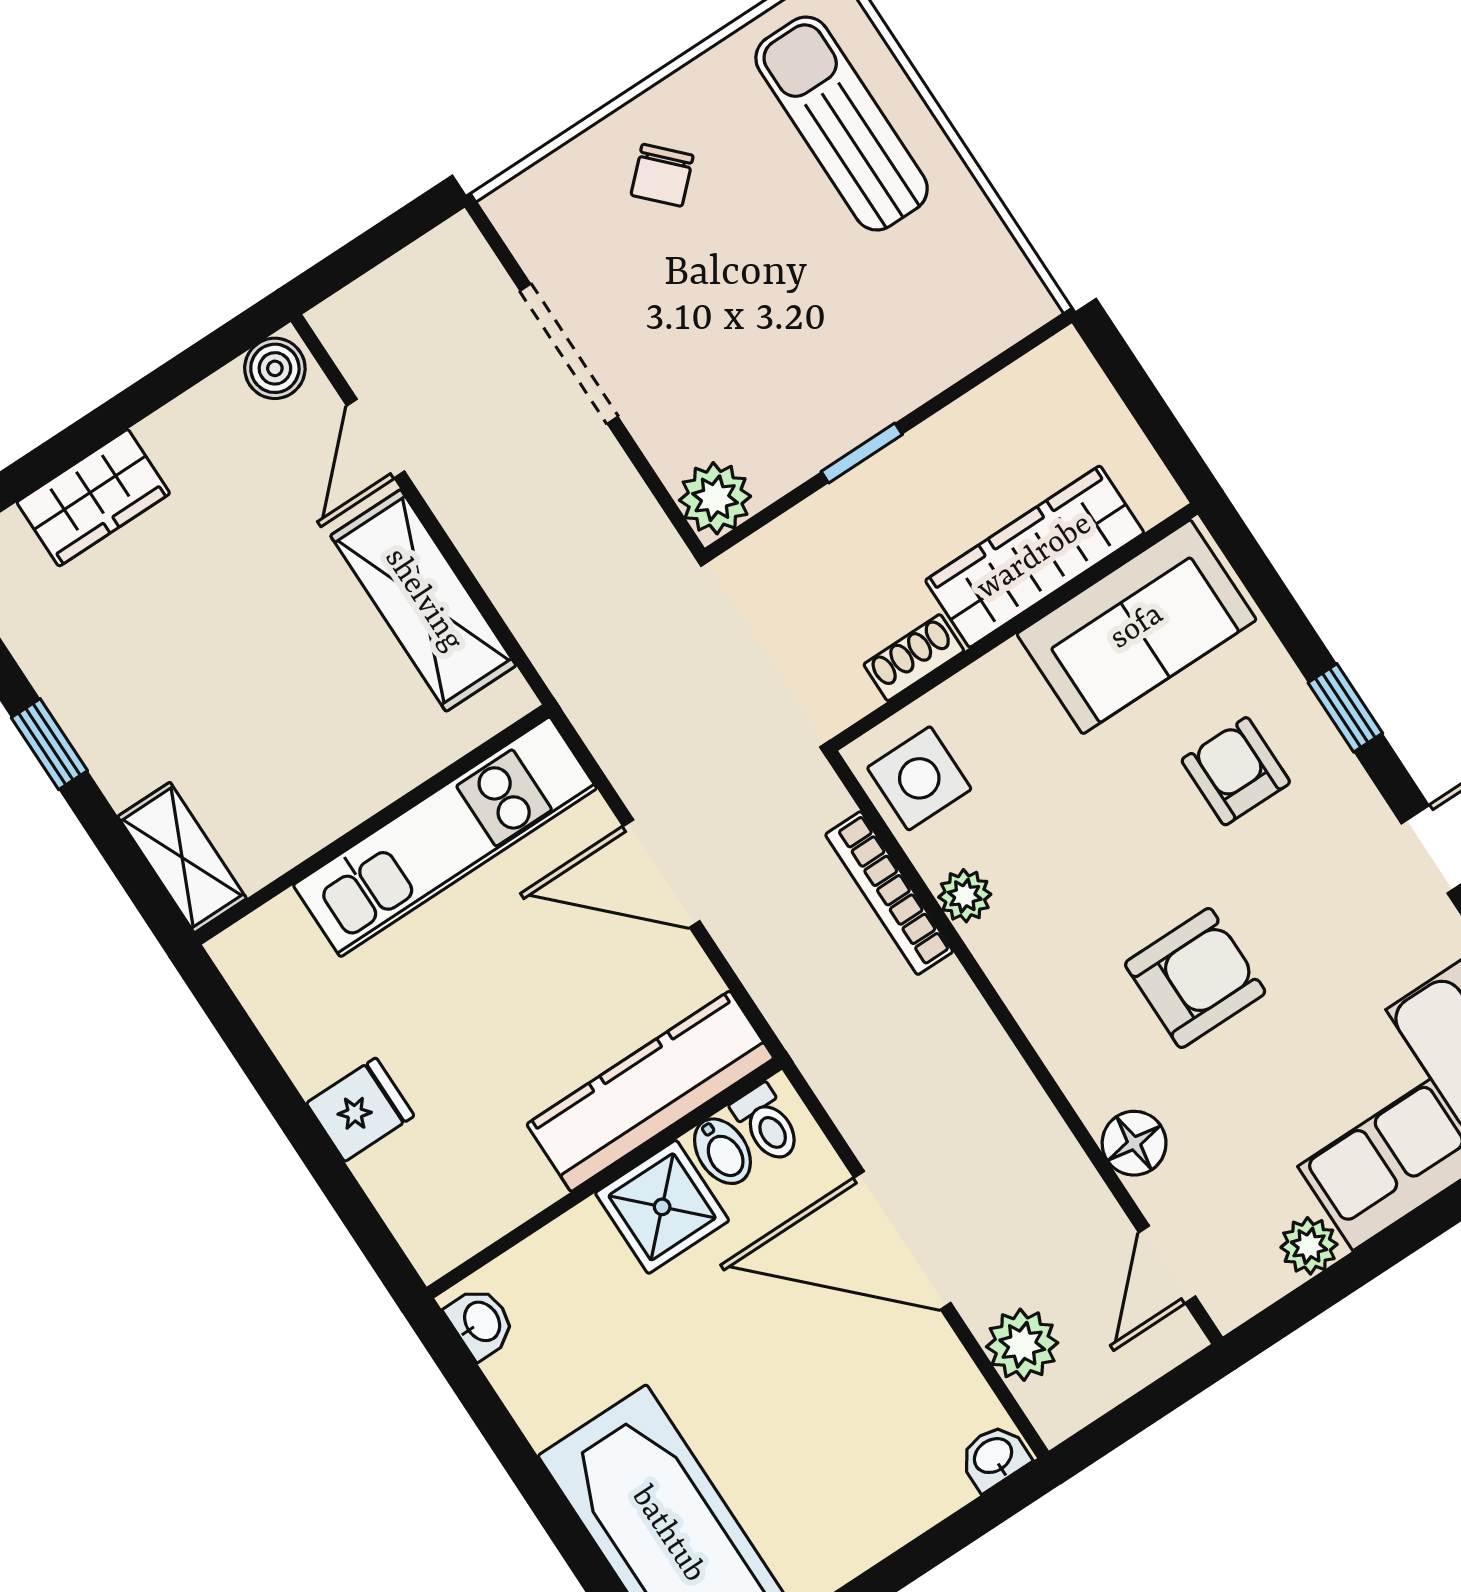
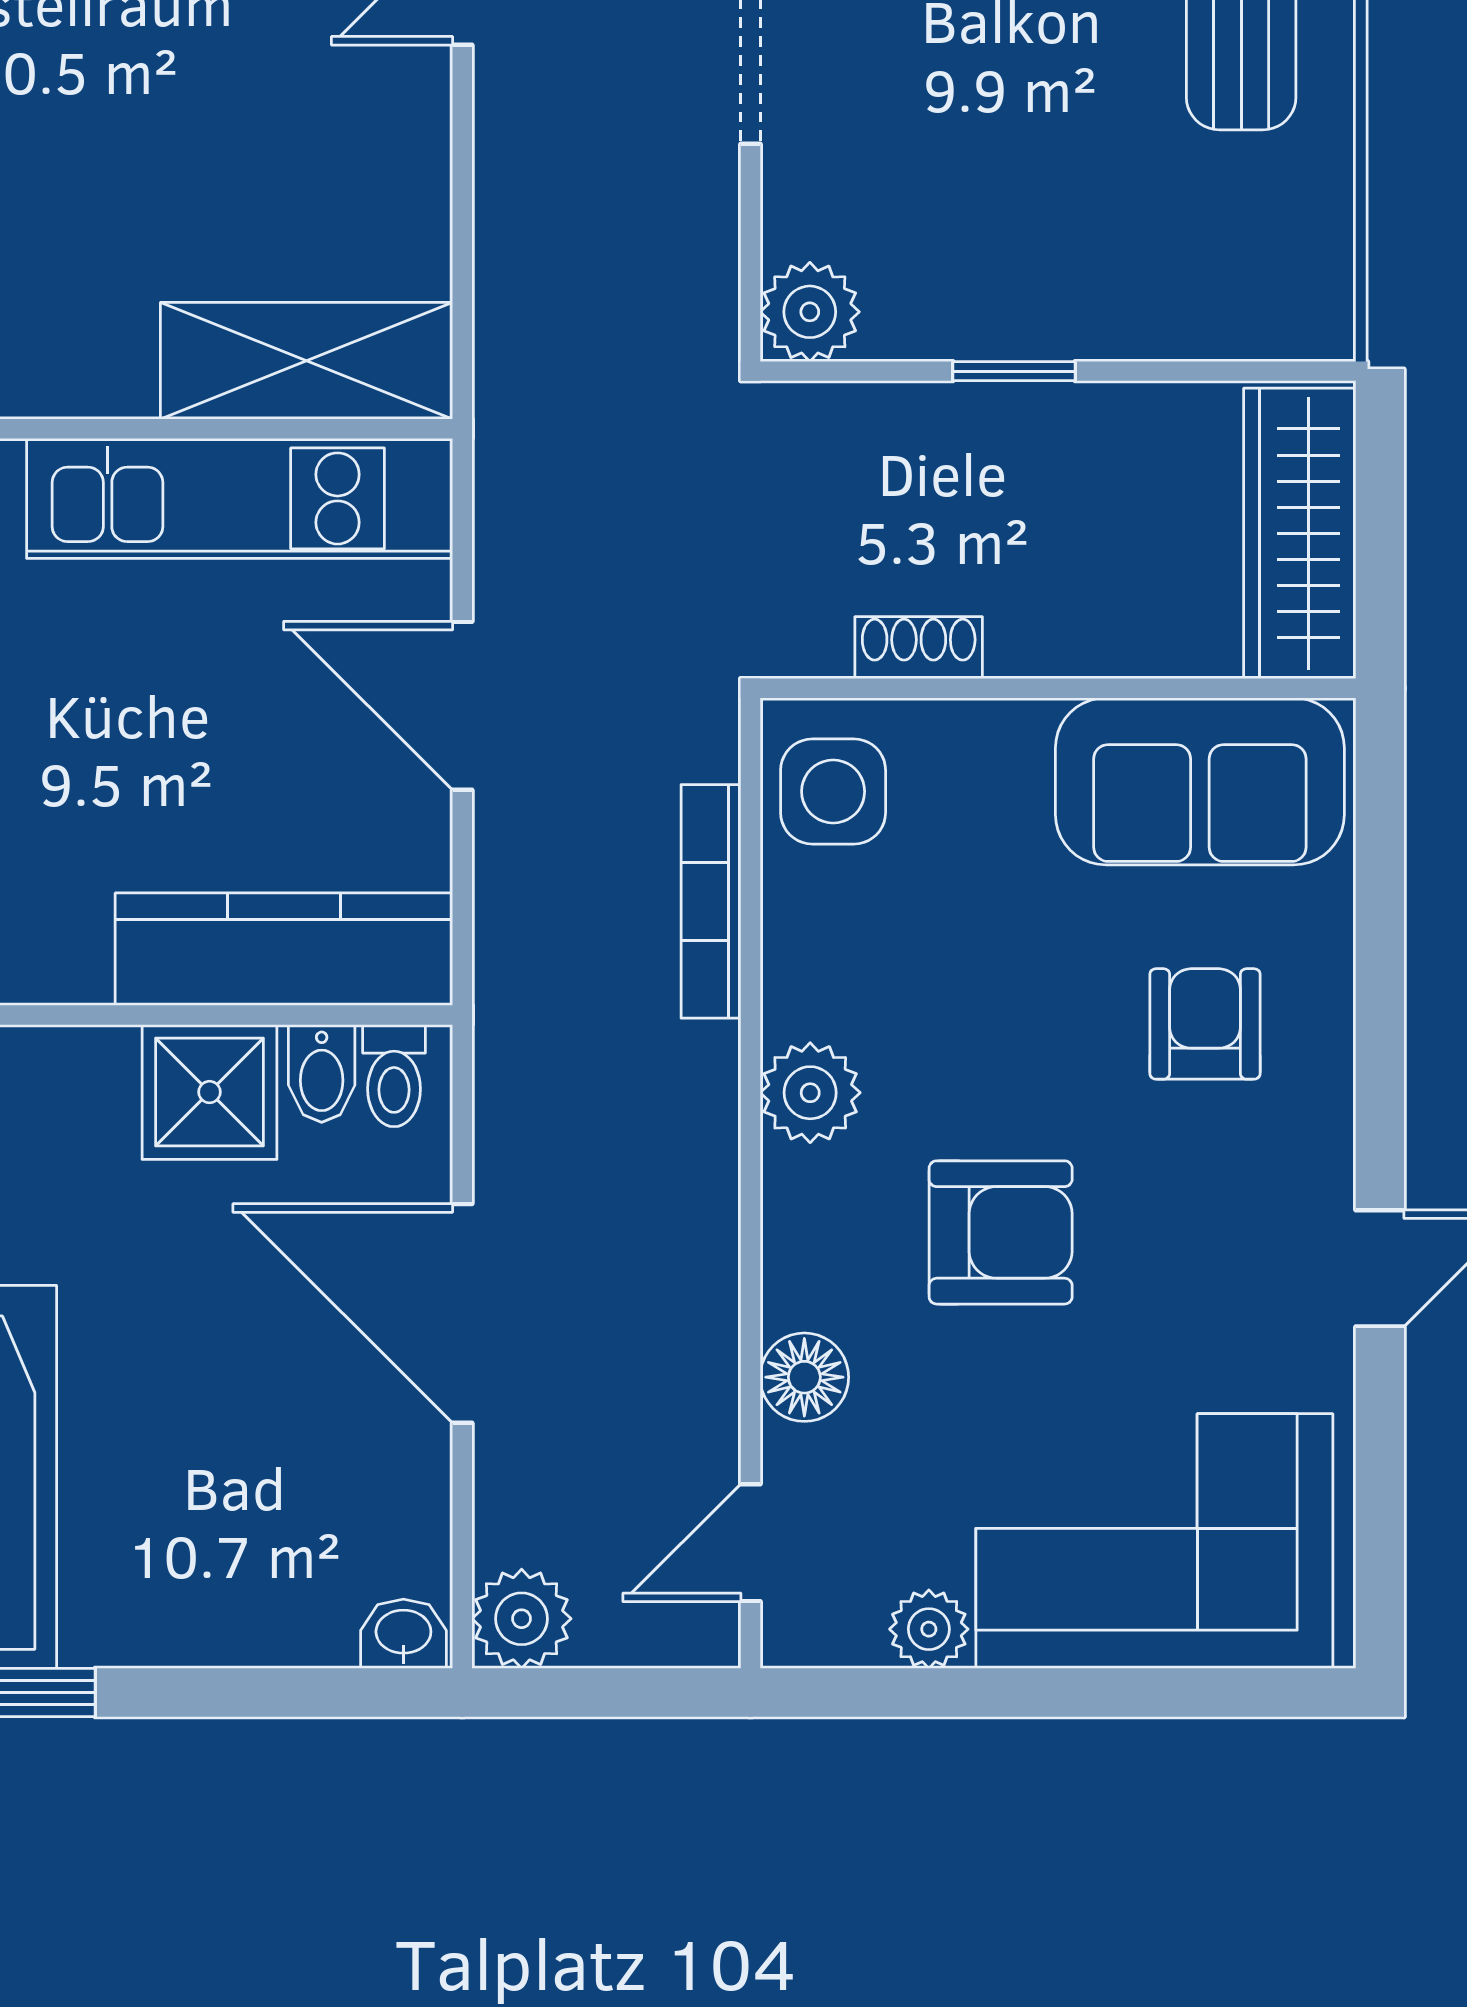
wardrobe: (1035, 557) -> (1300, 533), moved, turned -90
shelving: (423, 600) -> (306, 361), moved, turned 90
window: (1345, 708) -> (1380, 1034), removed
plant: (965, 896) -> (810, 1093), moved, width x1.38, depth x1.38
plant: (1022, 1345) -> (522, 1619), moved

